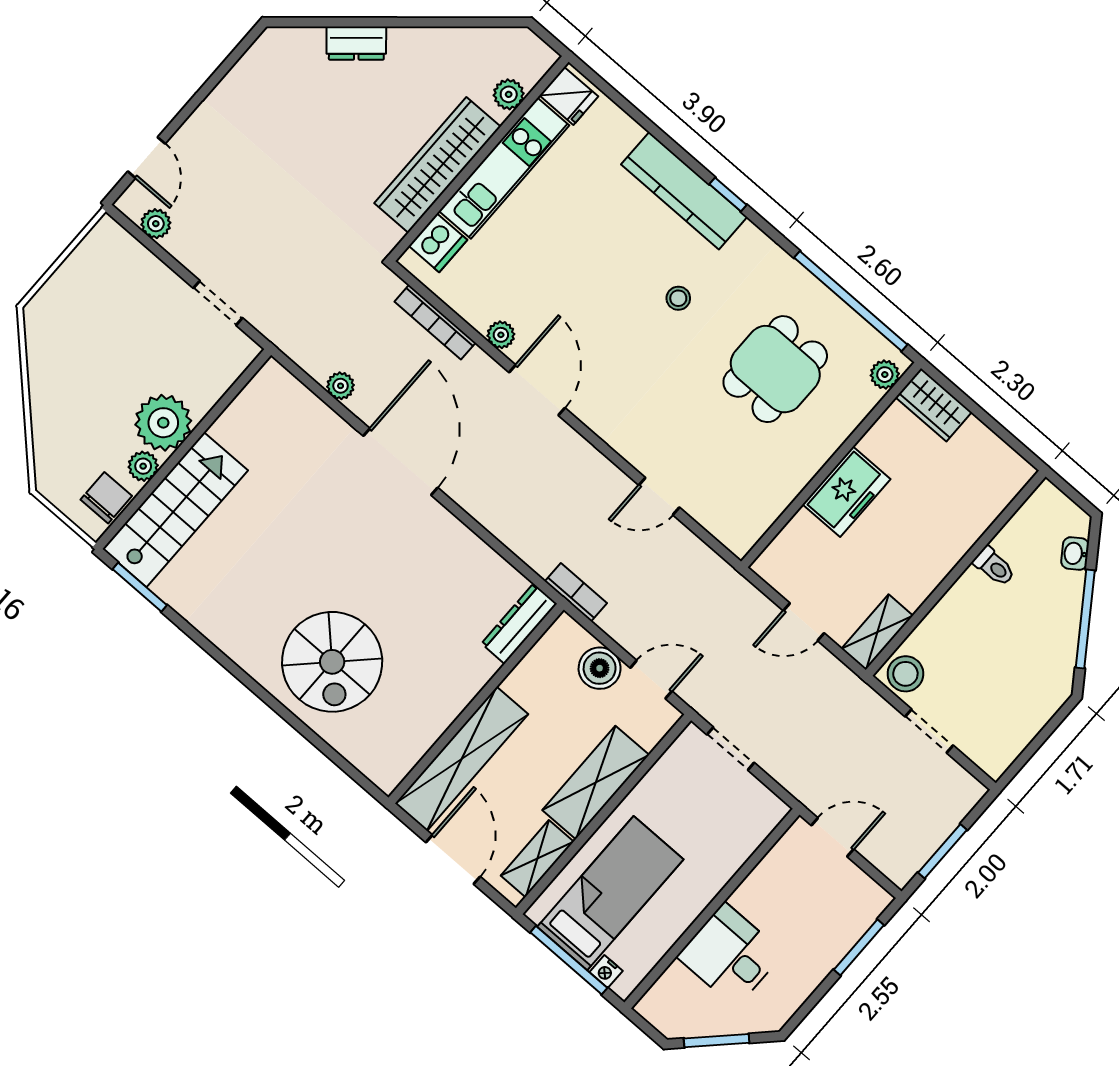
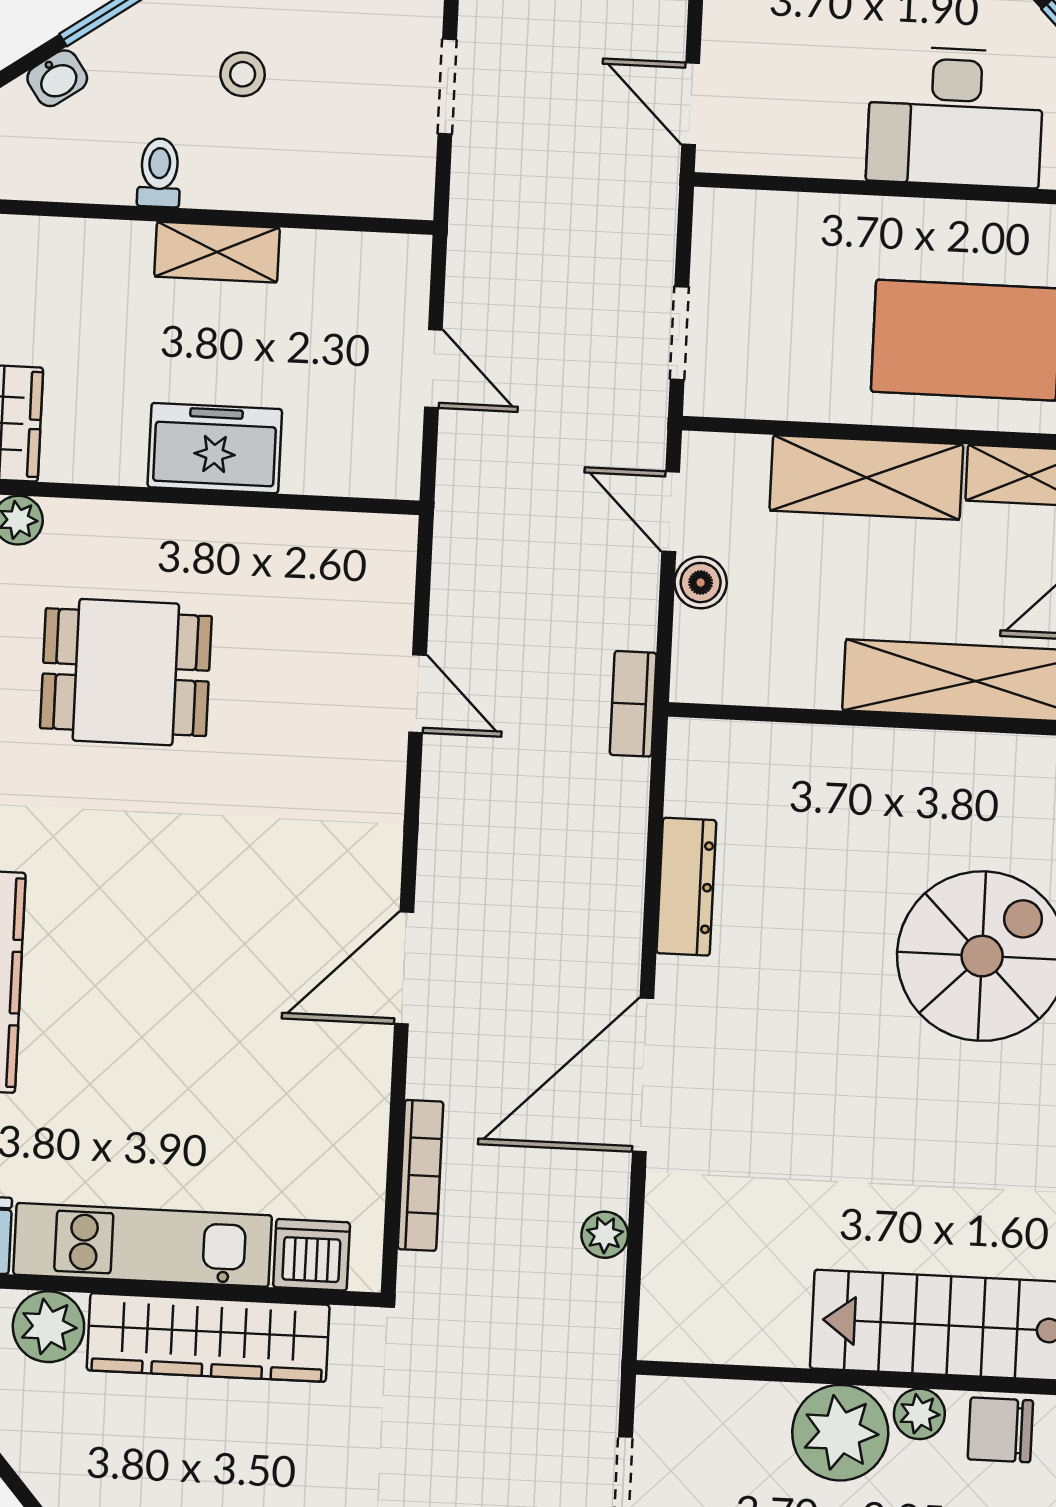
plant: (509, 94) -> (48, 1327), width x1.38, depth x1.38
stool: (678, 298) -> (133, 876), removed
plant: (501, 335) -> (368, 1074), removed
dresser: (519, 624) -> (686, 887), moved, turned -90
shelving: (877, 632) -> (217, 252), moved
boiler: (600, 668) -> (701, 583), width x0.73, depth x0.73
stool: (905, 674) -> (243, 74), moved, width x0.73, depth x0.73
desk: (730, 955) -> (955, 117), width x1.37

